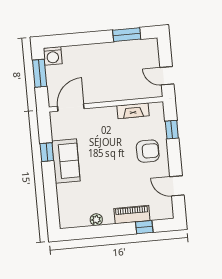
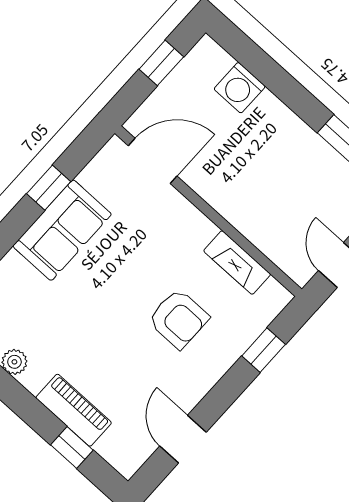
washing machine: (53, 56) -> (240, 88), moved
window: (40, 73) -> (161, 63), width x0.67
armchair: (148, 151) -> (178, 319), moved

